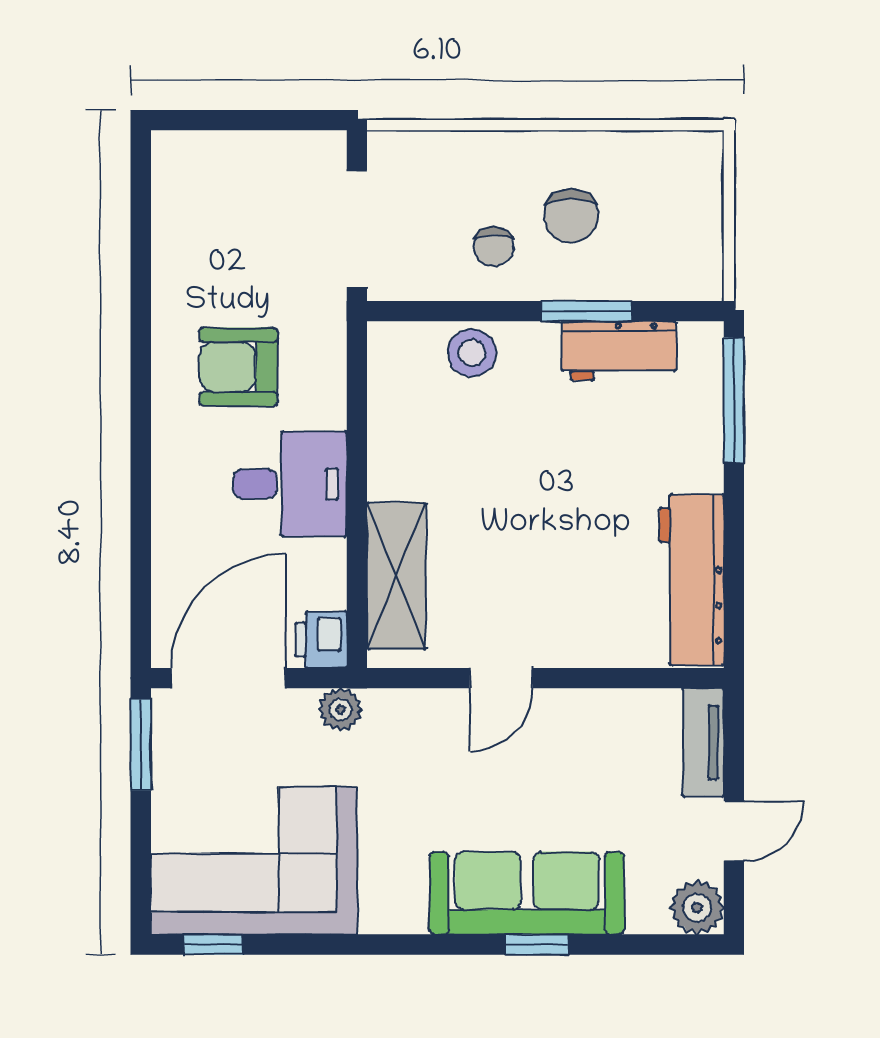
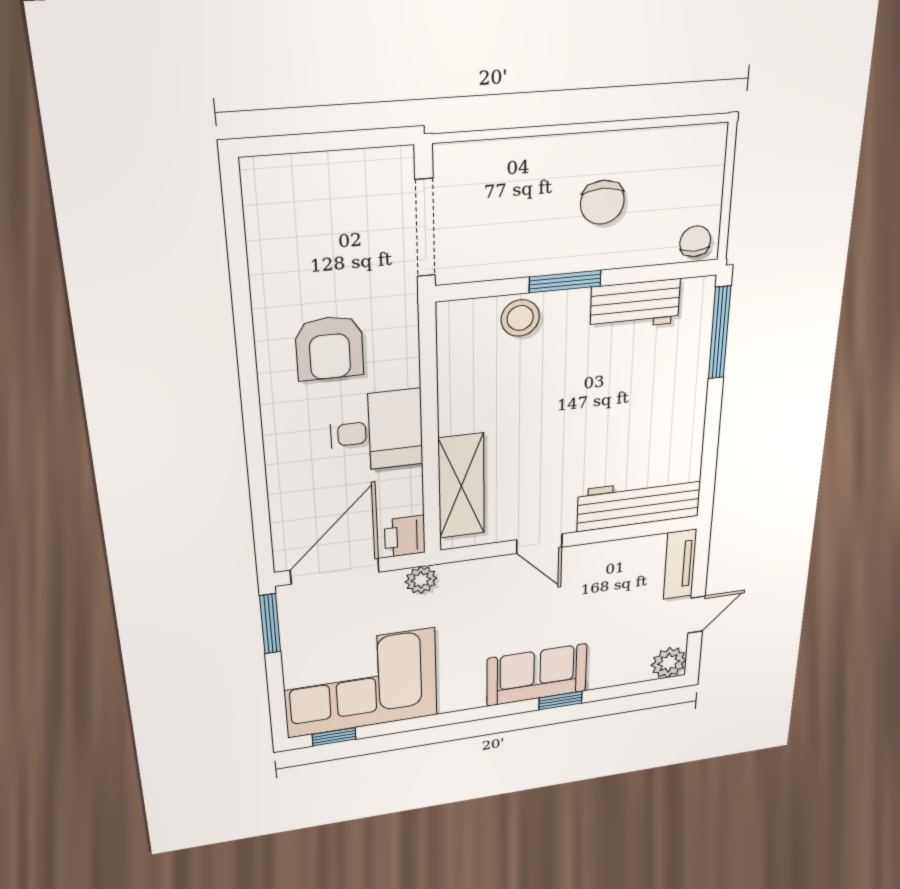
chair: (494, 247) -> (695, 241), moved, turned 180
window: (587, 311) -> (565, 281), moved
armchair: (238, 367) -> (330, 348), turned -90
workbench: (692, 580) -> (639, 503), moved, turned 90
door: (501, 678) -> (539, 544), hinge flipped
sofa: (527, 893) -> (537, 675), width x0.73

